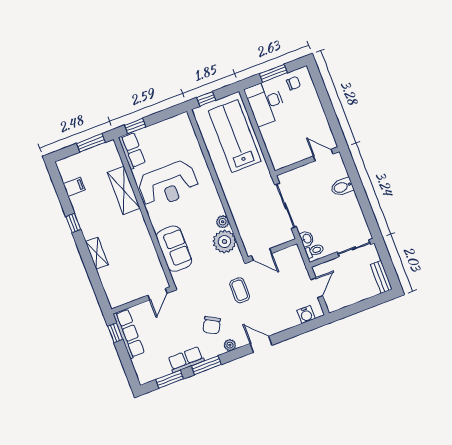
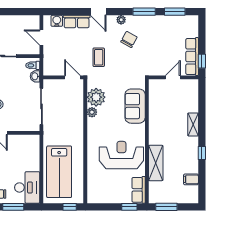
door: (317, 288) -> (41, 38), hinge flipped
door: (157, 294) -> (173, 77), moved
row of seats: (186, 359) -> (77, 22), moved

